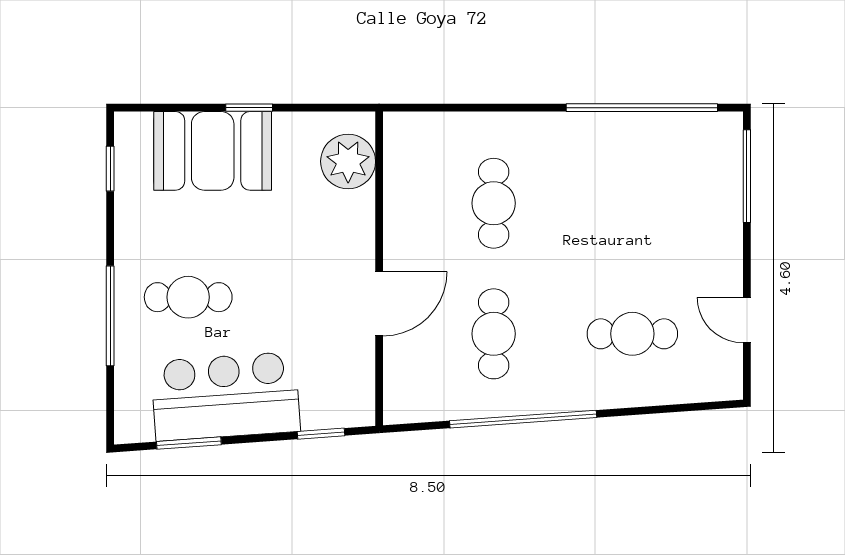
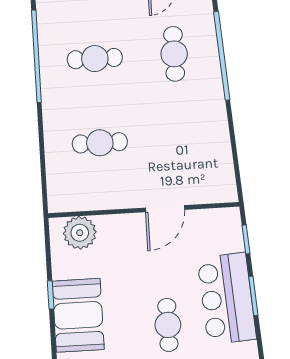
door: (379, 304) -> (165, 209), swing flipped
cafe table: (494, 334) -> (95, 59), moved
window: (523, 419) -> (222, 56), moved
window: (189, 443) -> (253, 296), moved

